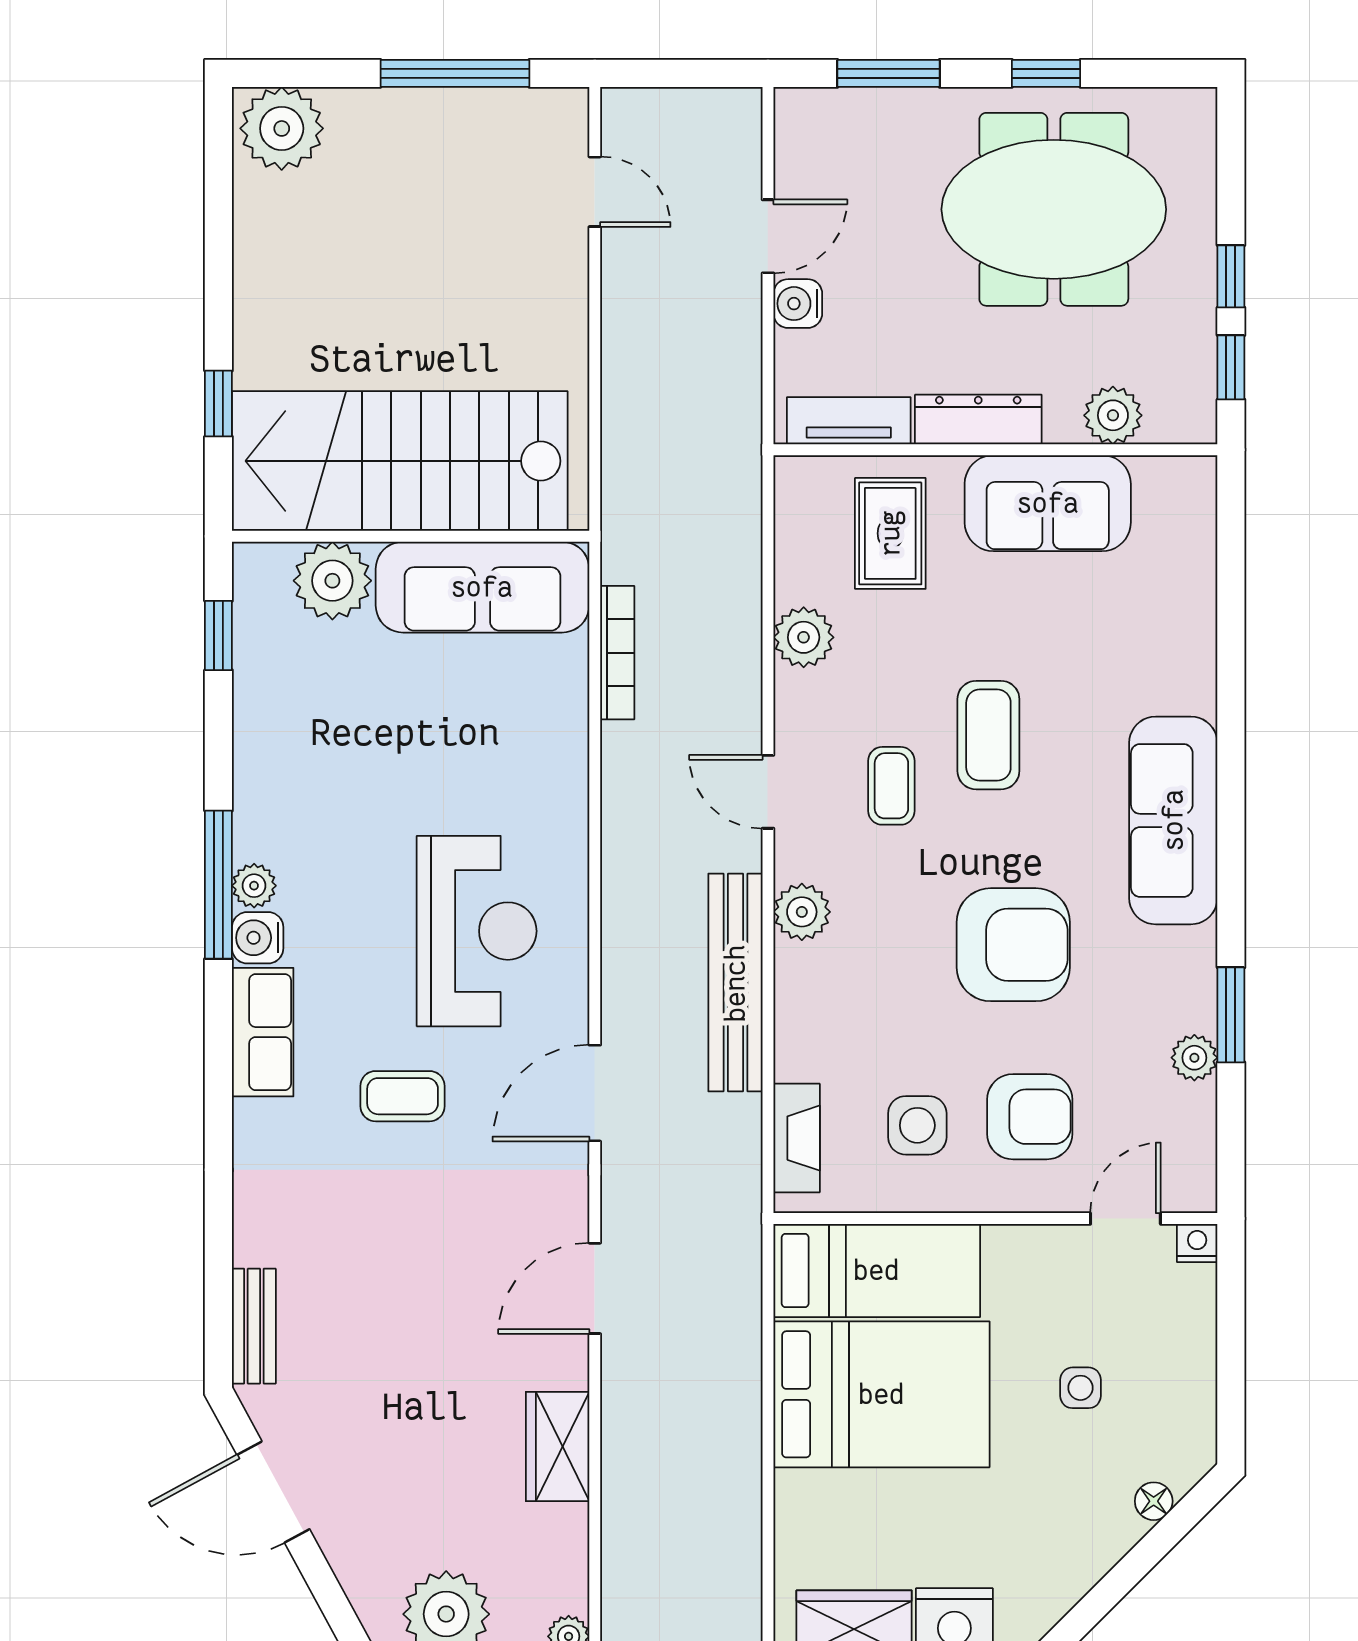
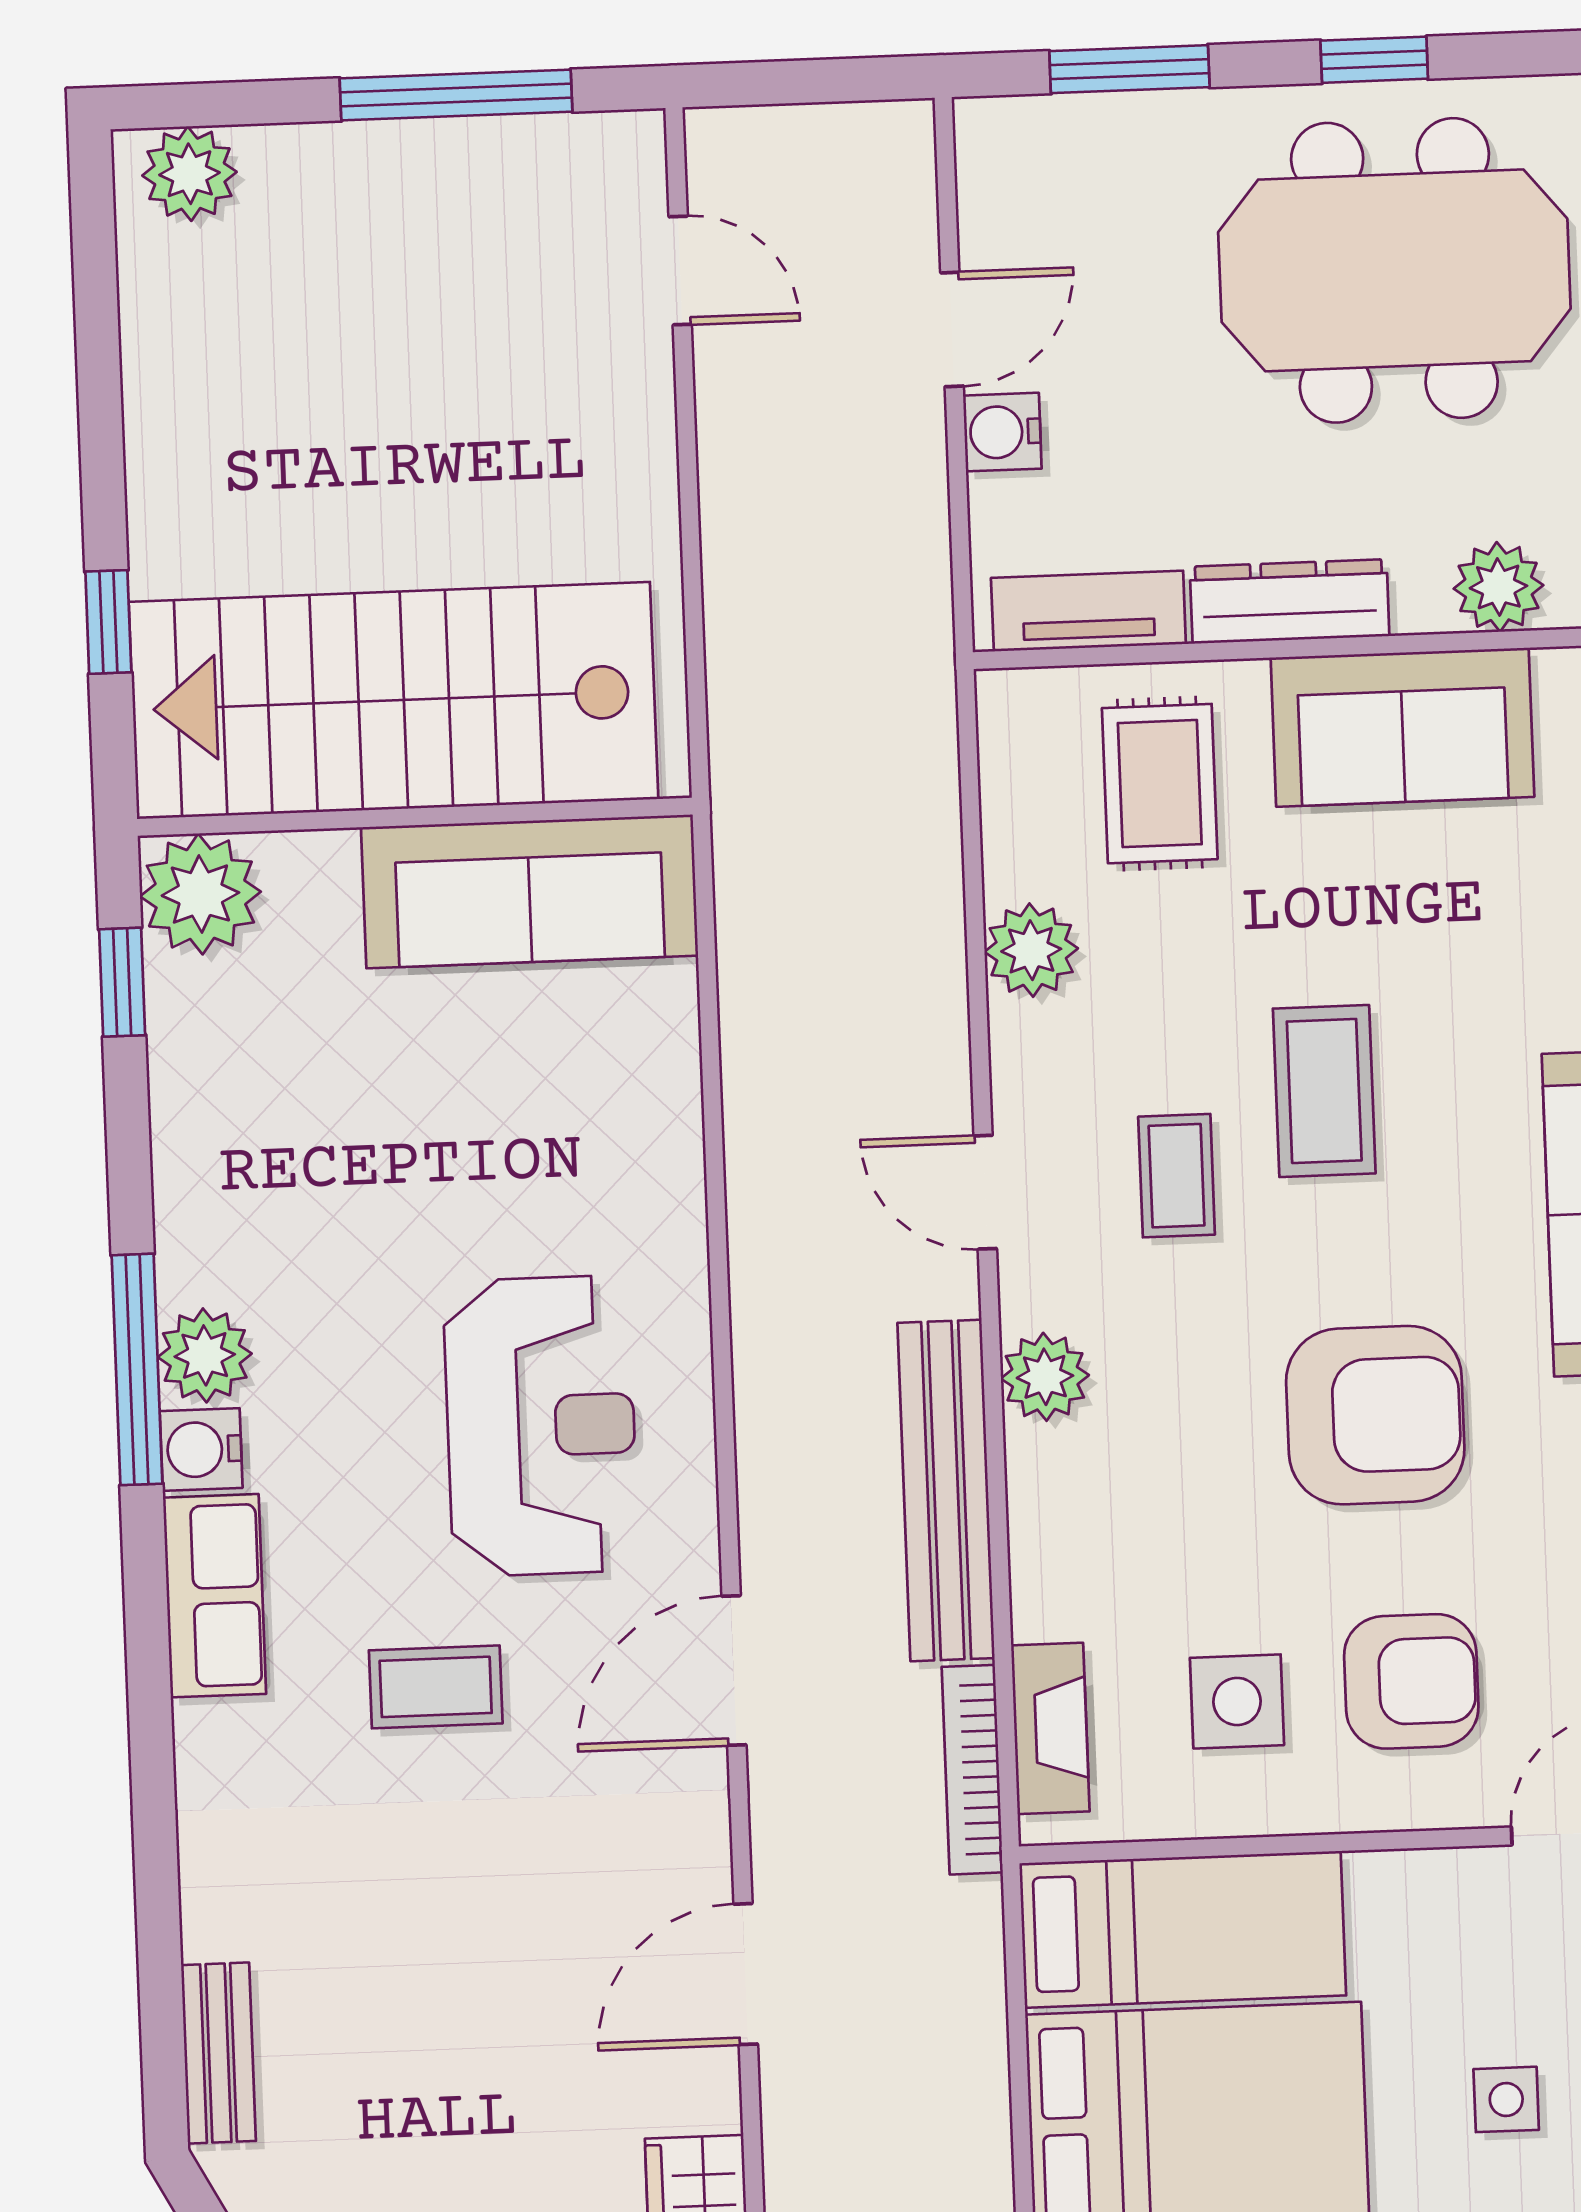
plant: (282, 128) -> (189, 174), width x0.73, depth x0.73
plant: (332, 581) -> (200, 894), moved
bookcase: (617, 653) -> (972, 1770), moved, turned 180
plant: (254, 886) -> (205, 1355), width x1.38, depth x1.38

